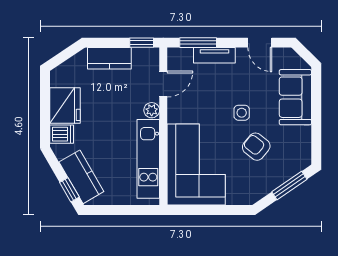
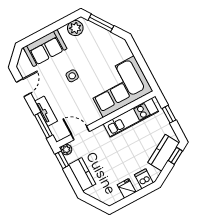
fridge: (65, 106) -> (127, 188), width x0.53, depth x0.75
plant: (152, 110) -> (66, 150), moved
armchair: (256, 147) -> (88, 56), removed
plant: (300, 149) -> (75, 28), added
window: (127, 210) -> (169, 114), added

